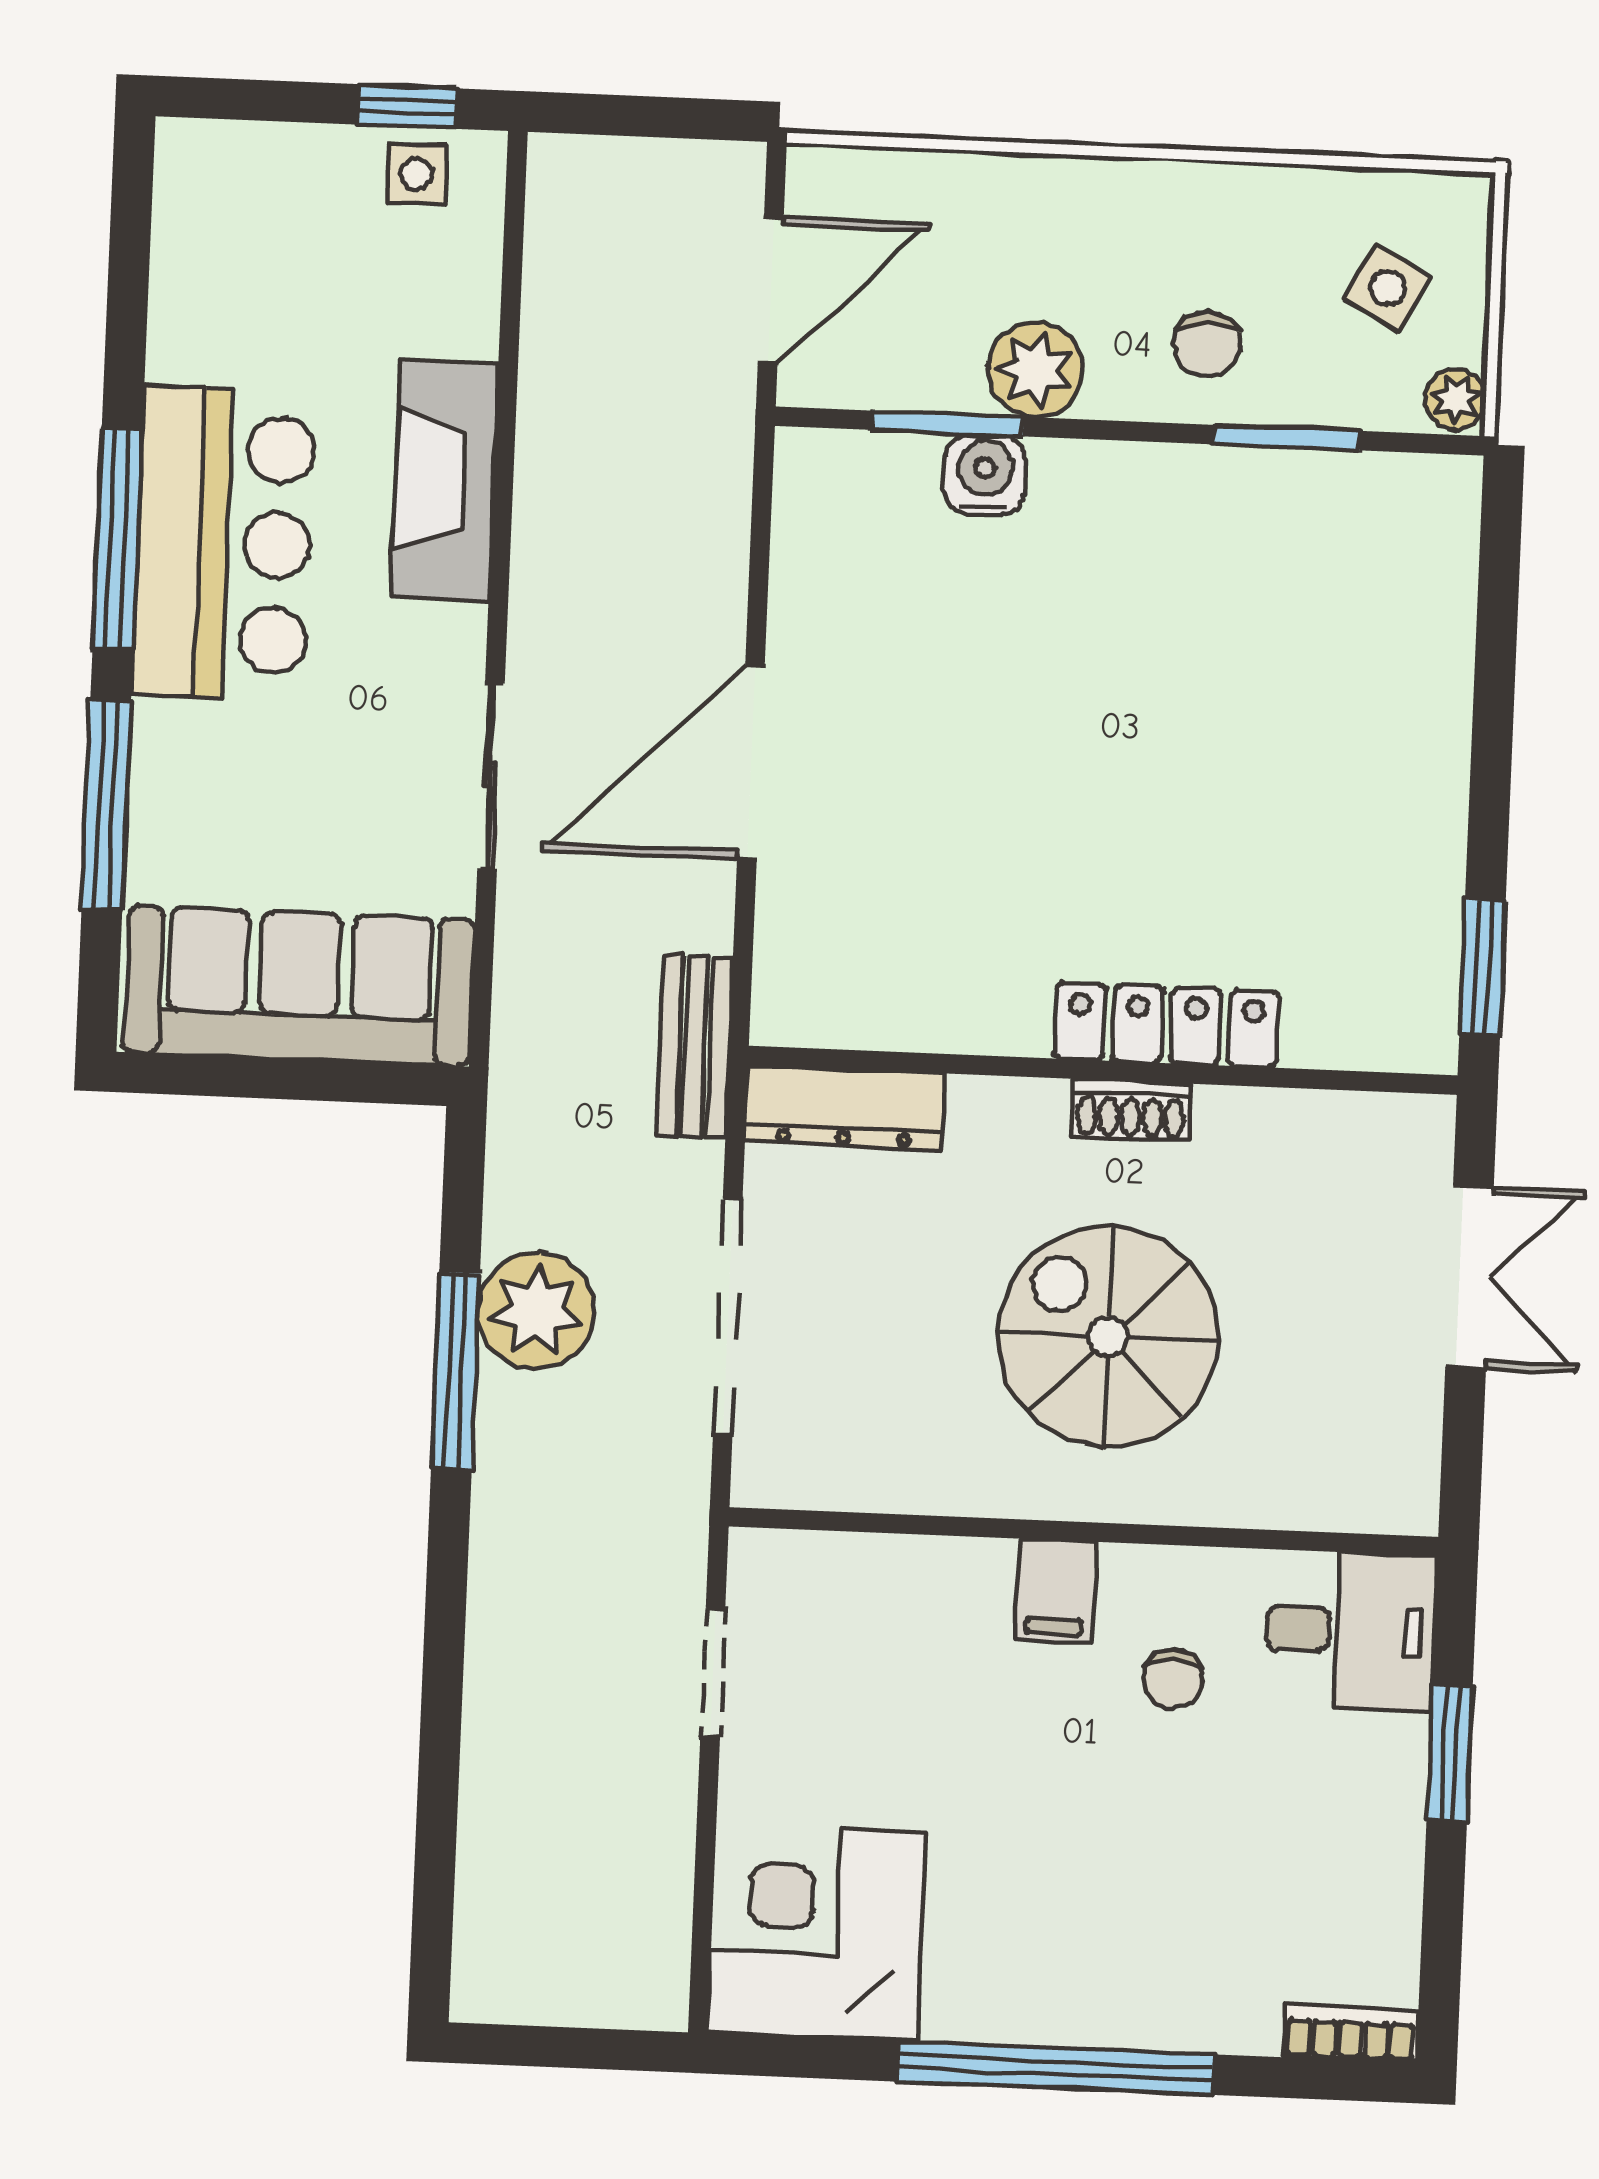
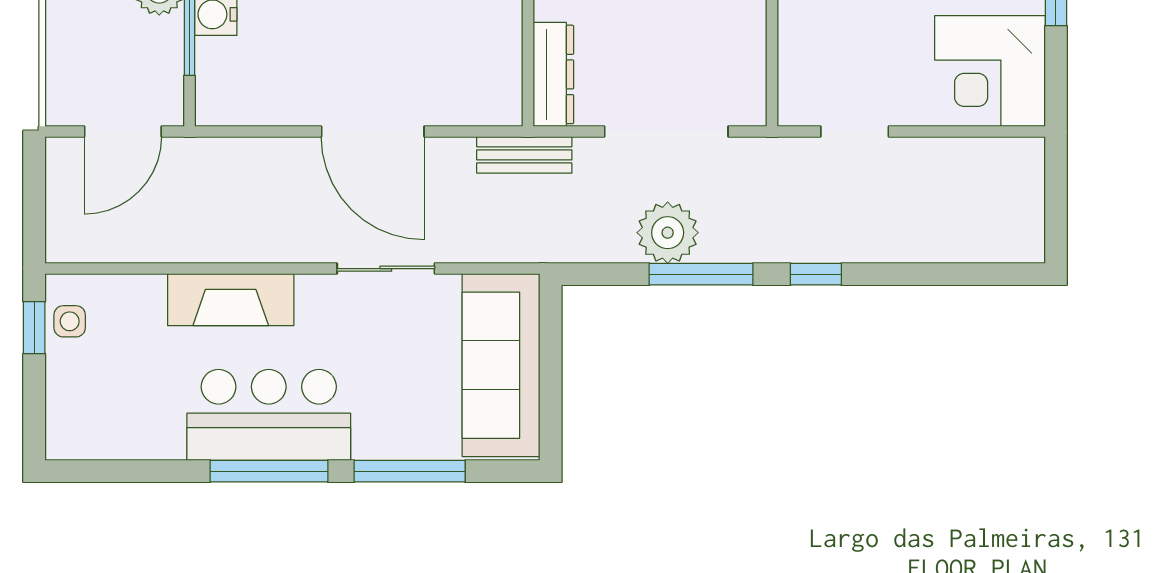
door: (771, 290) -> (123, 132), swing flipped
window: (446, 1588) -> (816, 274), added

